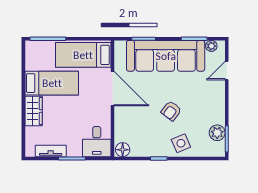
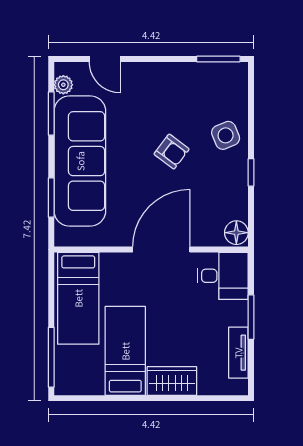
door: (112, 89) -> (161, 250), moved
plant: (217, 133) -> (208, 75), removed

